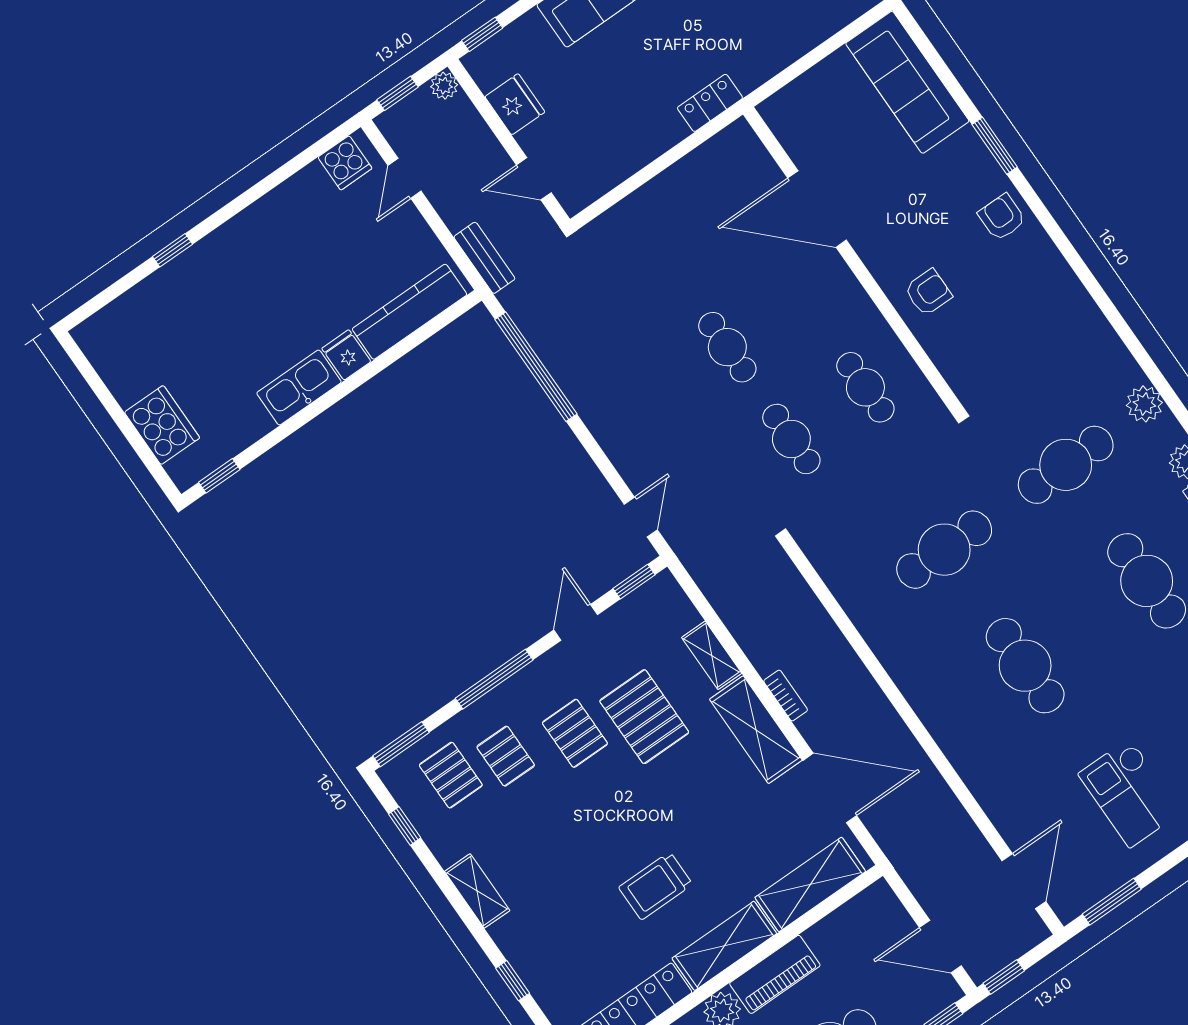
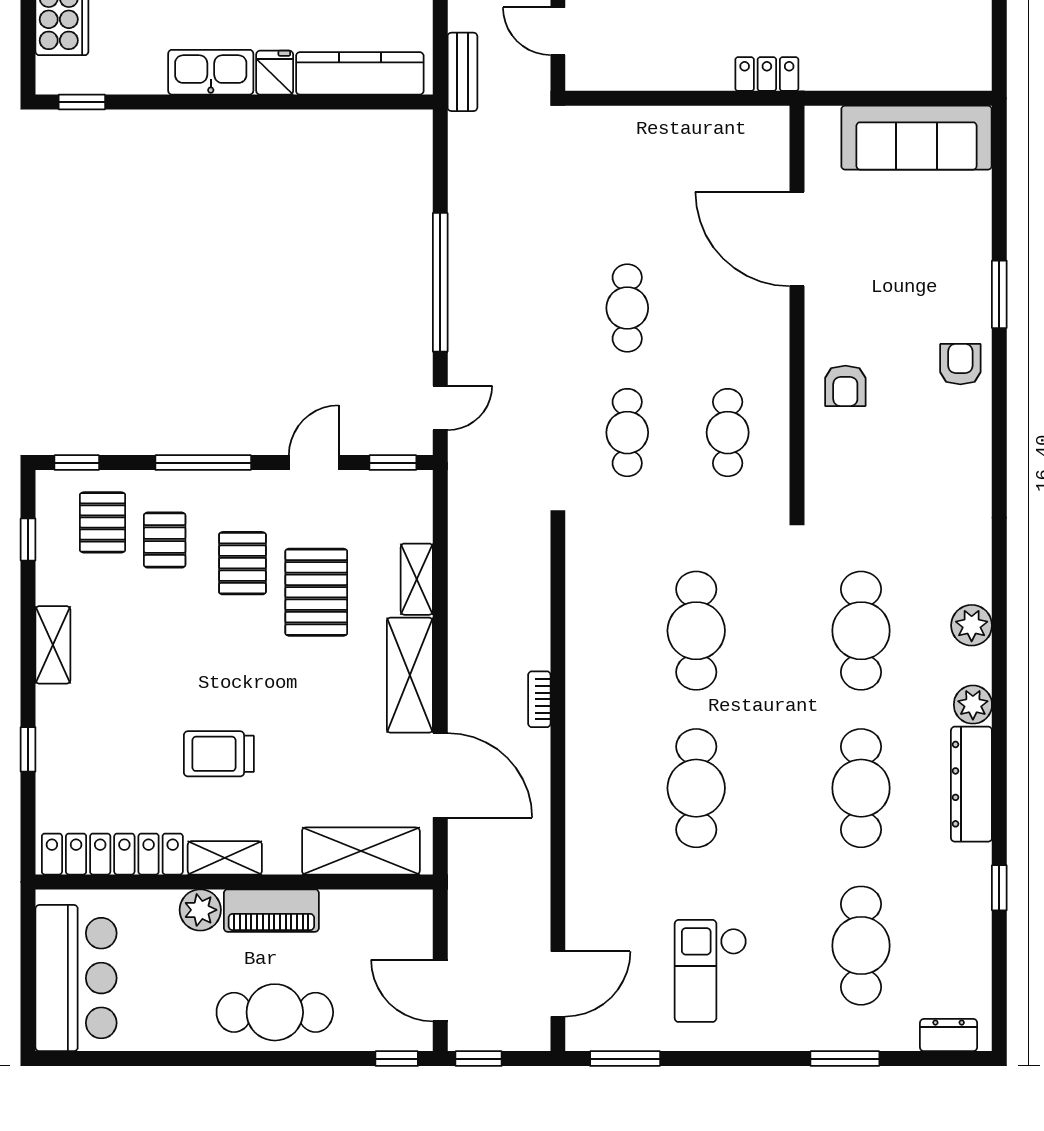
sofa: (907, 82) -> (917, 138), moved, turned -90
armchair: (928, 292) -> (845, 386), turned 90
window: (536, 367) -> (440, 282), moved
cafe table: (1066, 465) -> (861, 631), turned 90
cafe table: (944, 550) -> (696, 631), turned 90
bookcase: (786, 696) -> (539, 699), moved, turned 180
window: (401, 744) -> (77, 463), width x0.67
shelving: (724, 946) -> (225, 858), width x0.67, depth x0.75

